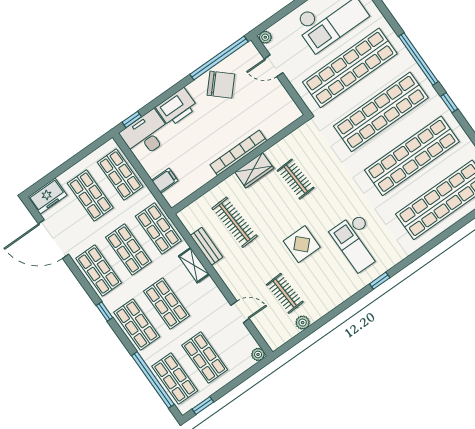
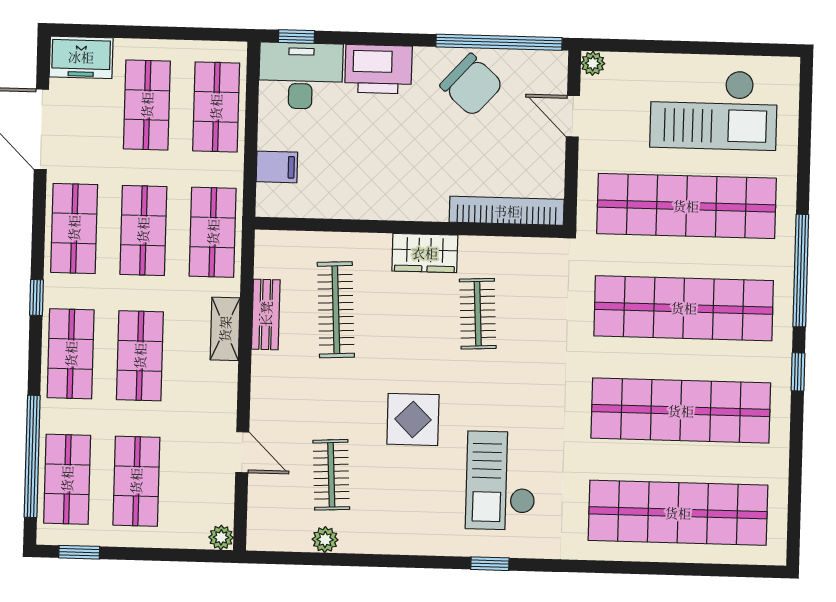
bookcase: (238, 153) -> (507, 211), moved

